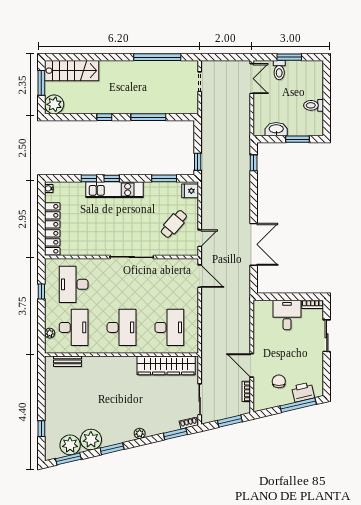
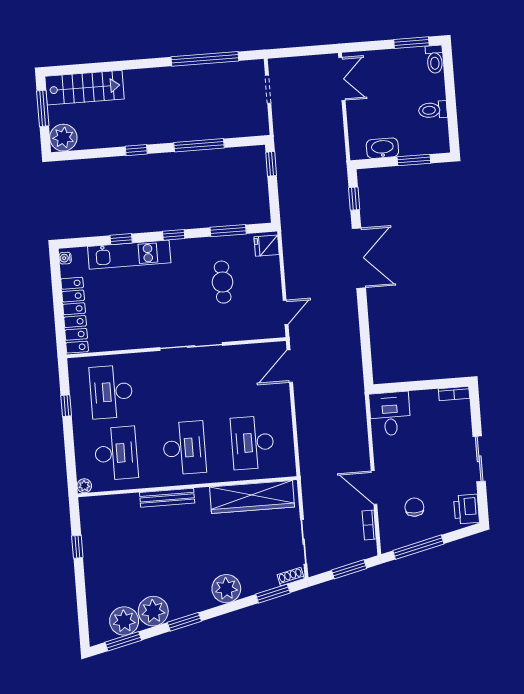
window: (289, 57) -> (411, 43), moved
toilet: (279, 70) -> (435, 59), moved
window: (198, 162) -> (271, 164), moved
window: (112, 178) -> (174, 235), moved
kitchen unit: (114, 190) -> (129, 255), moved
cafe table: (174, 224) -> (223, 282), moved, turned -41
double door: (254, 244) -> (359, 258), moved
door: (200, 276) -> (290, 366), swing flipped
desk: (287, 315) -> (390, 414), moved
desk: (169, 327) -> (252, 443), turned 180
plant: (50, 333) -> (84, 486), moved
sliding door: (327, 336) -> (479, 459), moved
bench: (67, 361) -> (167, 498), moved, width x1.36
printer: (303, 392) -> (466, 509), moved, turned -77
window: (298, 405) -> (418, 547), moved
window: (41, 429) -> (77, 547), moved
plant: (140, 433) -> (226, 589), width x1.88, depth x1.88

